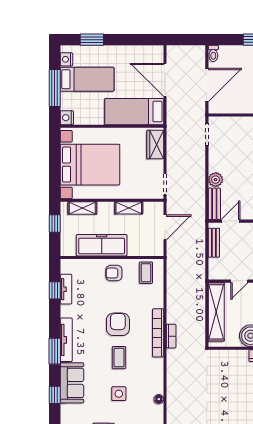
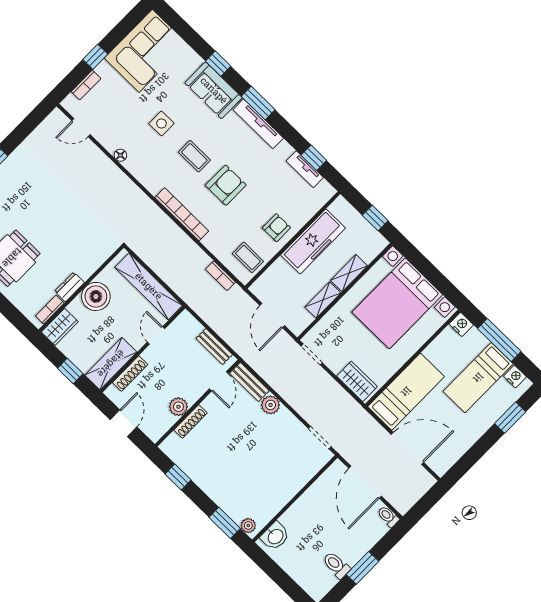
shelving: (82, 208) -> (349, 273), moved
armchair: (118, 324) -> (226, 185), turned -90
bookcase: (171, 336) -> (220, 276), moved

